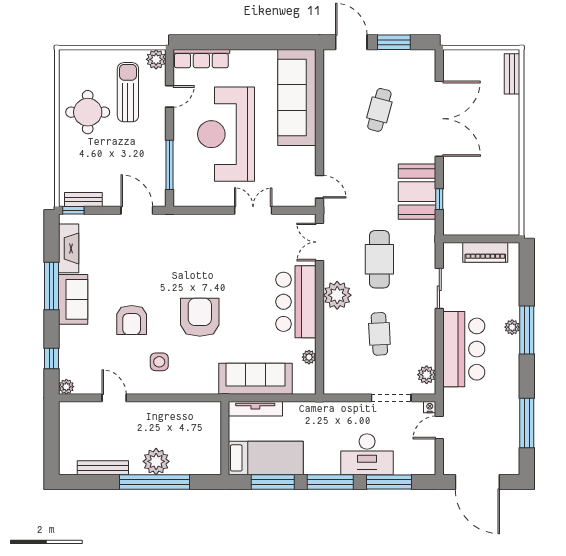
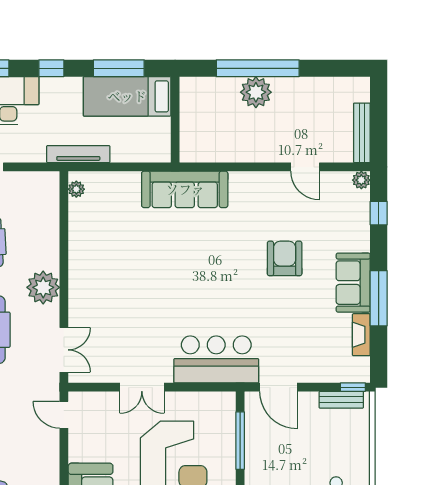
fireplace: (69, 248) -> (361, 335), width x0.73, depth x0.76
bar counter: (296, 302) -> (216, 359), moved, turned -90
armchair: (200, 317) -> (205, 262), removed
plant: (309, 357) -> (76, 189), moved
side table: (159, 362) -> (252, 209), removed
sofa: (255, 379) -> (185, 189), moved
tv unit: (255, 409) -> (78, 154), moved
bench: (103, 468) -> (362, 133), moved, turned 90
window: (330, 482) -> (51, 68), width x0.46

